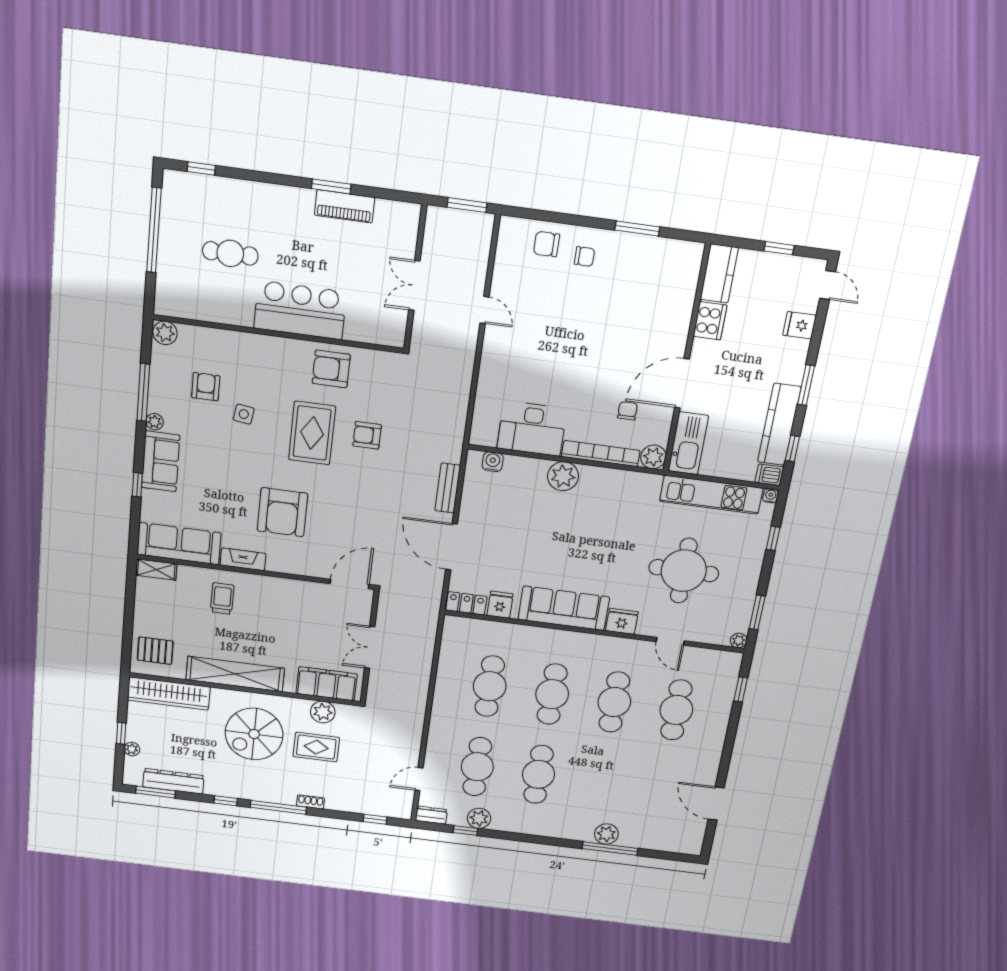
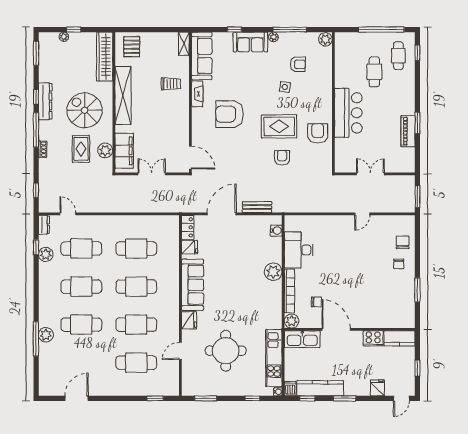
cafe table: (204, 205) -> (398, 56), added
plant: (739, 640) -> (186, 391), removed
dresser: (173, 781) -> (45, 101), moved
cafe table: (600, 782) -> (81, 325), added

